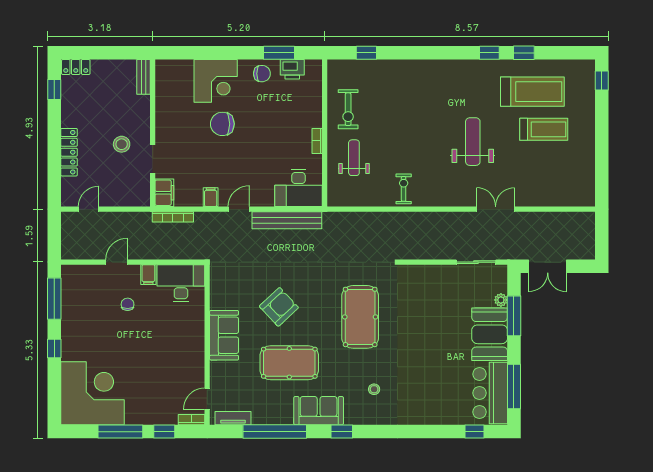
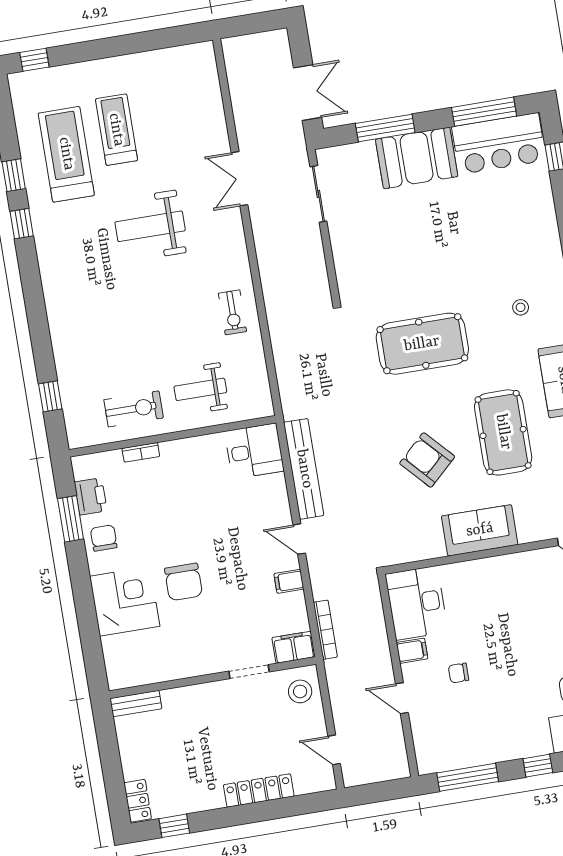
bookcase: (317, 141) -> (141, 452), moved
stool: (122, 144) -> (300, 691), moved
desk: (298, 188) -> (254, 451), width x0.73
exercise bike: (404, 189) -> (233, 312), turned -90
plant: (501, 300) -> (366, 150), removed

